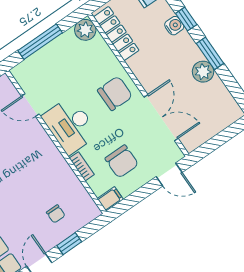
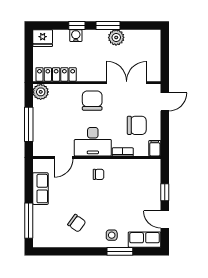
chair: (56, 214) -> (99, 174), moved

